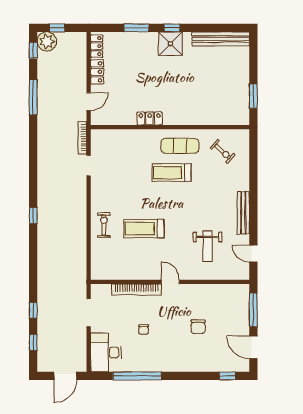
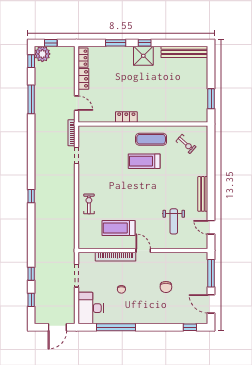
door: (89, 102) -> (76, 103), hinge flipped
treadmill: (144, 229) -> (119, 228), moved

